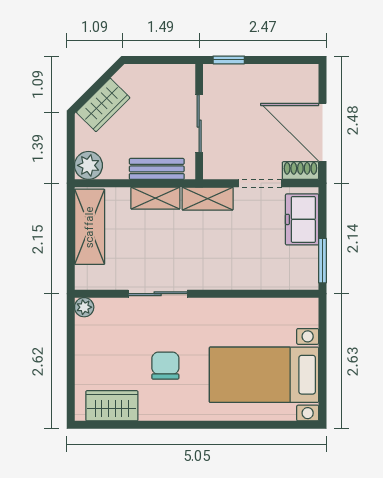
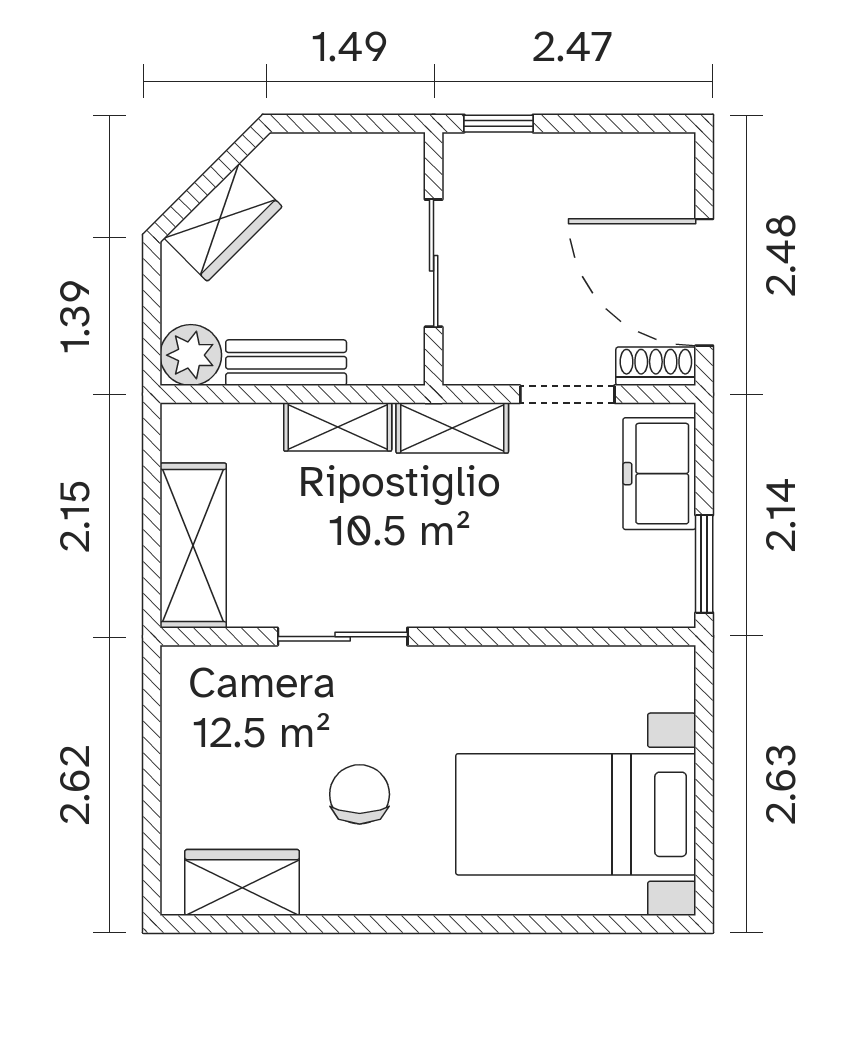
bench: (157, 169) -> (286, 363), moved
shelving: (90, 227) -> (193, 546), moved
plant: (84, 307) -> (181, 666), removed

